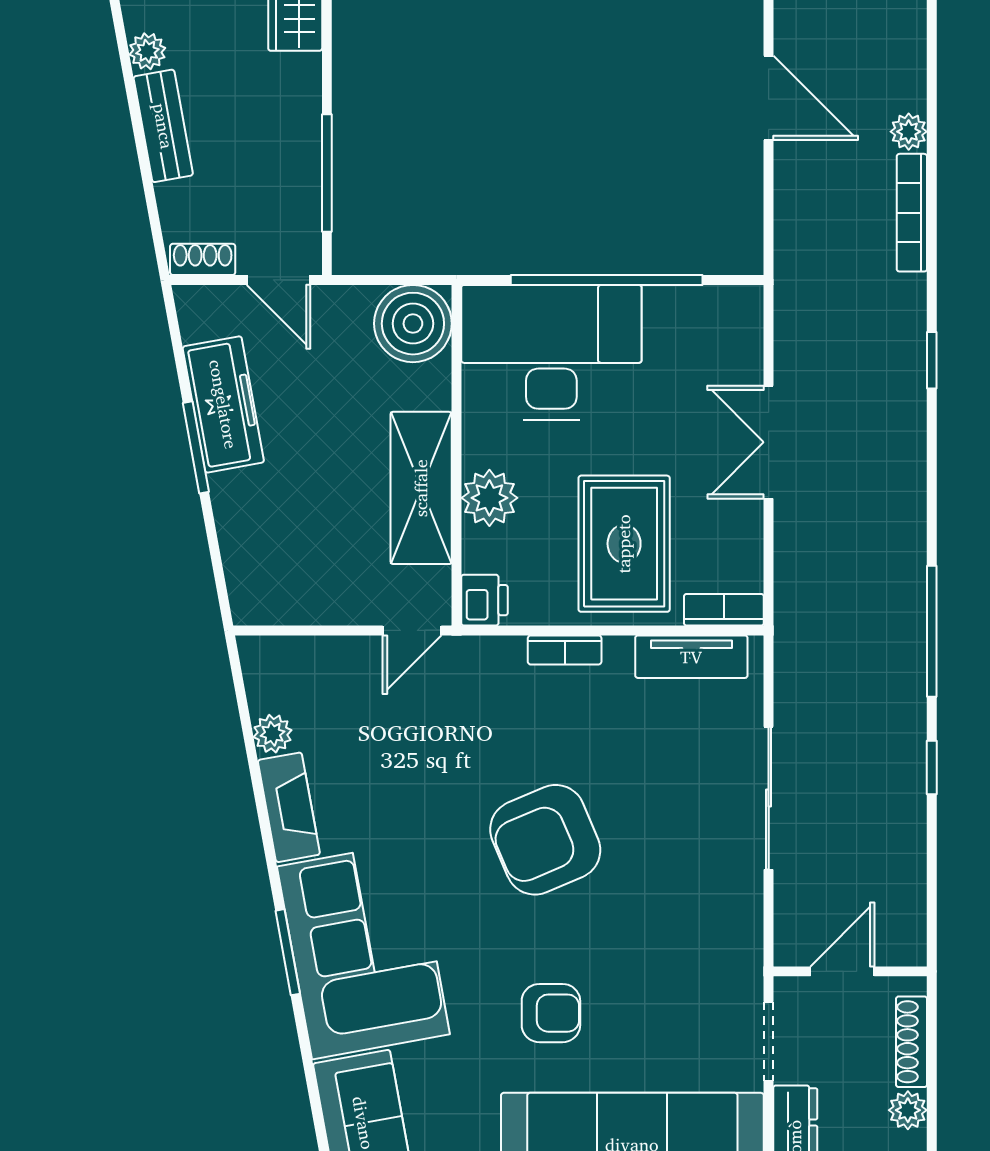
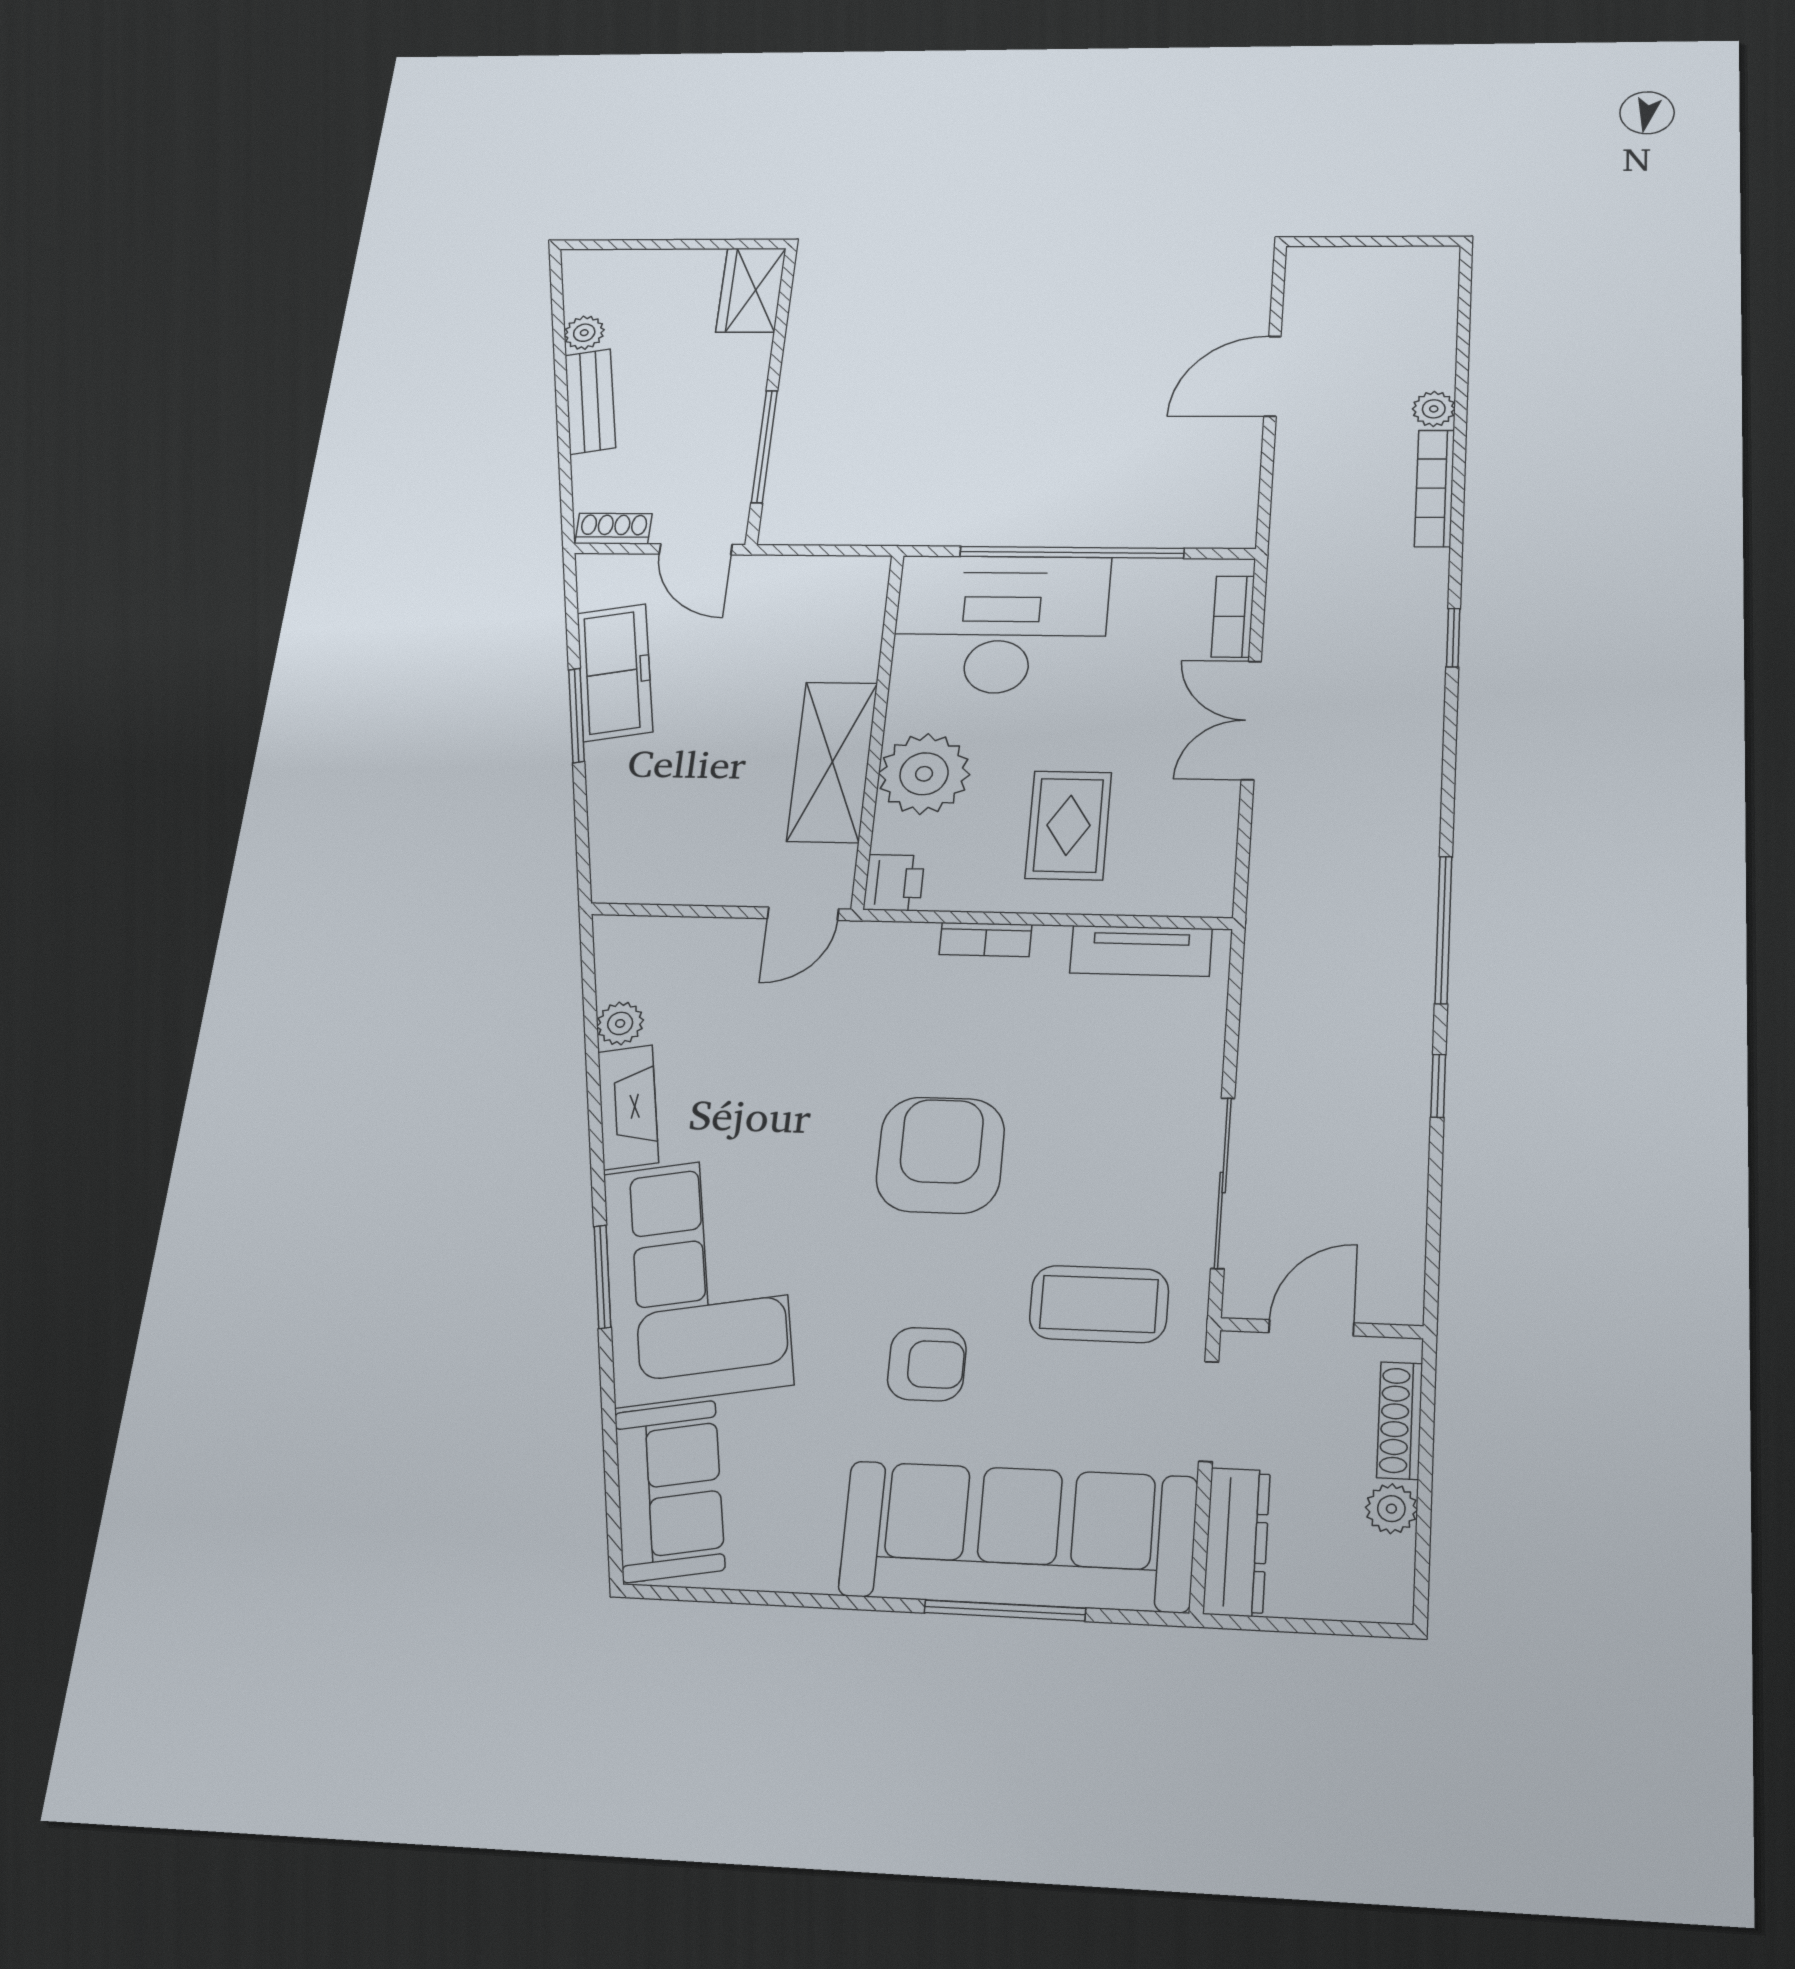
door: (769, 98) -> (1272, 376), swing flipped
boiler: (413, 324) -> (843, 594), removed
plant: (489, 498) -> (924, 774), width x1.36, depth x1.36
rug: (624, 544) -> (1068, 825), width x0.73, depth x0.70
bookcase: (724, 610) -> (1233, 617), moved, turned -90
sliding door: (769, 798) -> (1223, 1183), moved
armchair: (545, 840) -> (940, 1155), turned 113
coffee table: (679, 959) -> (1099, 1304), added

